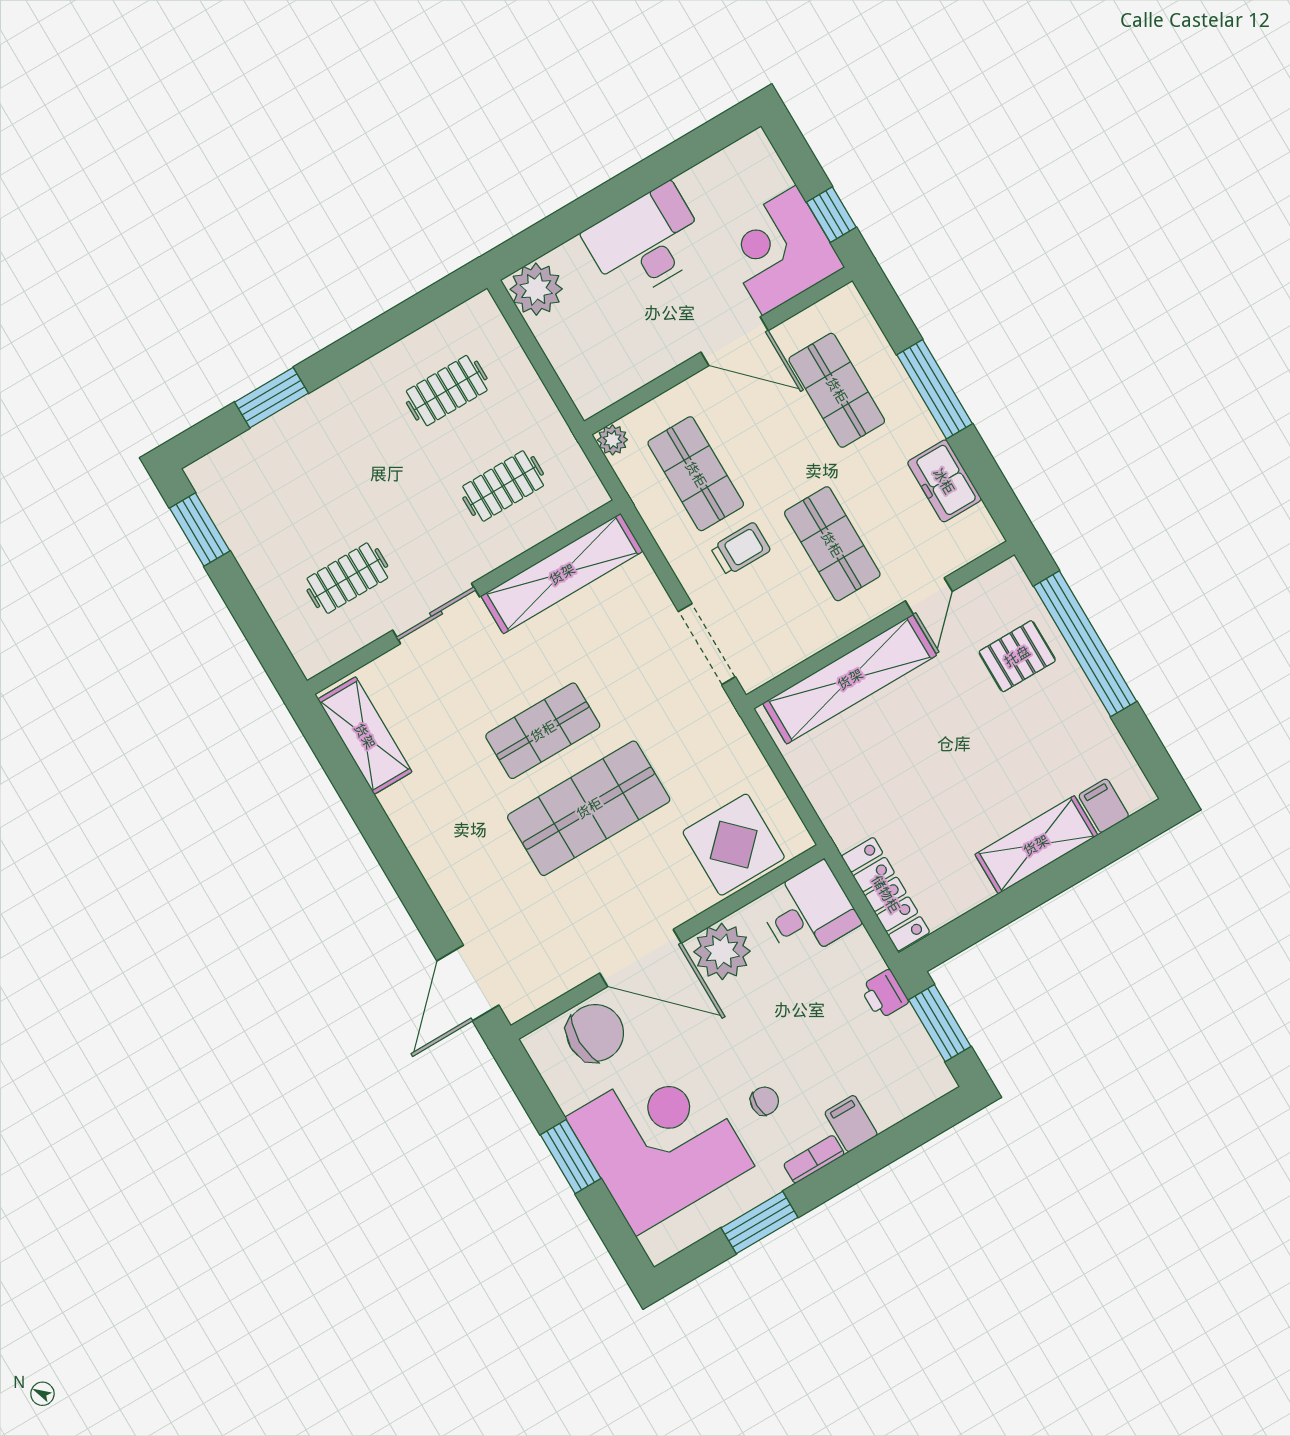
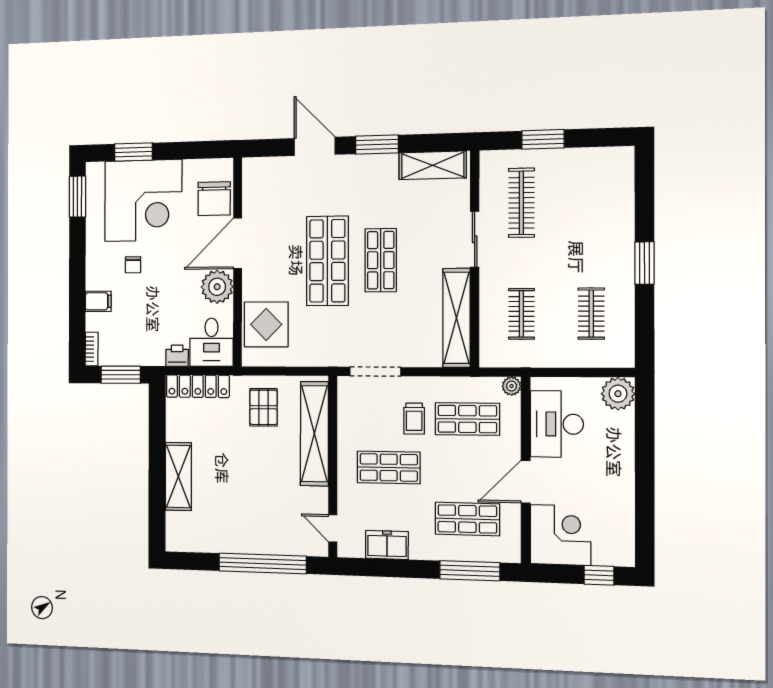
window: (831, 215) -> (599, 575), moved
desk: (646, 242) -> (557, 424), moved, turned 180
window: (935, 389) -> (470, 571), moved
window: (272, 398) -> (644, 263), moved
window: (200, 529) -> (543, 139), moved
clothes rail: (347, 578) -> (521, 203), width x1.36
door: (929, 596) -> (333, 528), moved
pallet: (1017, 656) -> (263, 407), moved
filing cabinet: (1104, 806) -> (178, 522), removed
window: (380, 834) -> (377, 144), added
door: (468, 983) -> (315, 146), moved
printer: (884, 994) -> (177, 356), moved
window: (571, 1157) -> (133, 152), moved
bookcase: (814, 1159) -> (92, 349), moved
window: (760, 1223) -> (77, 197), moved

